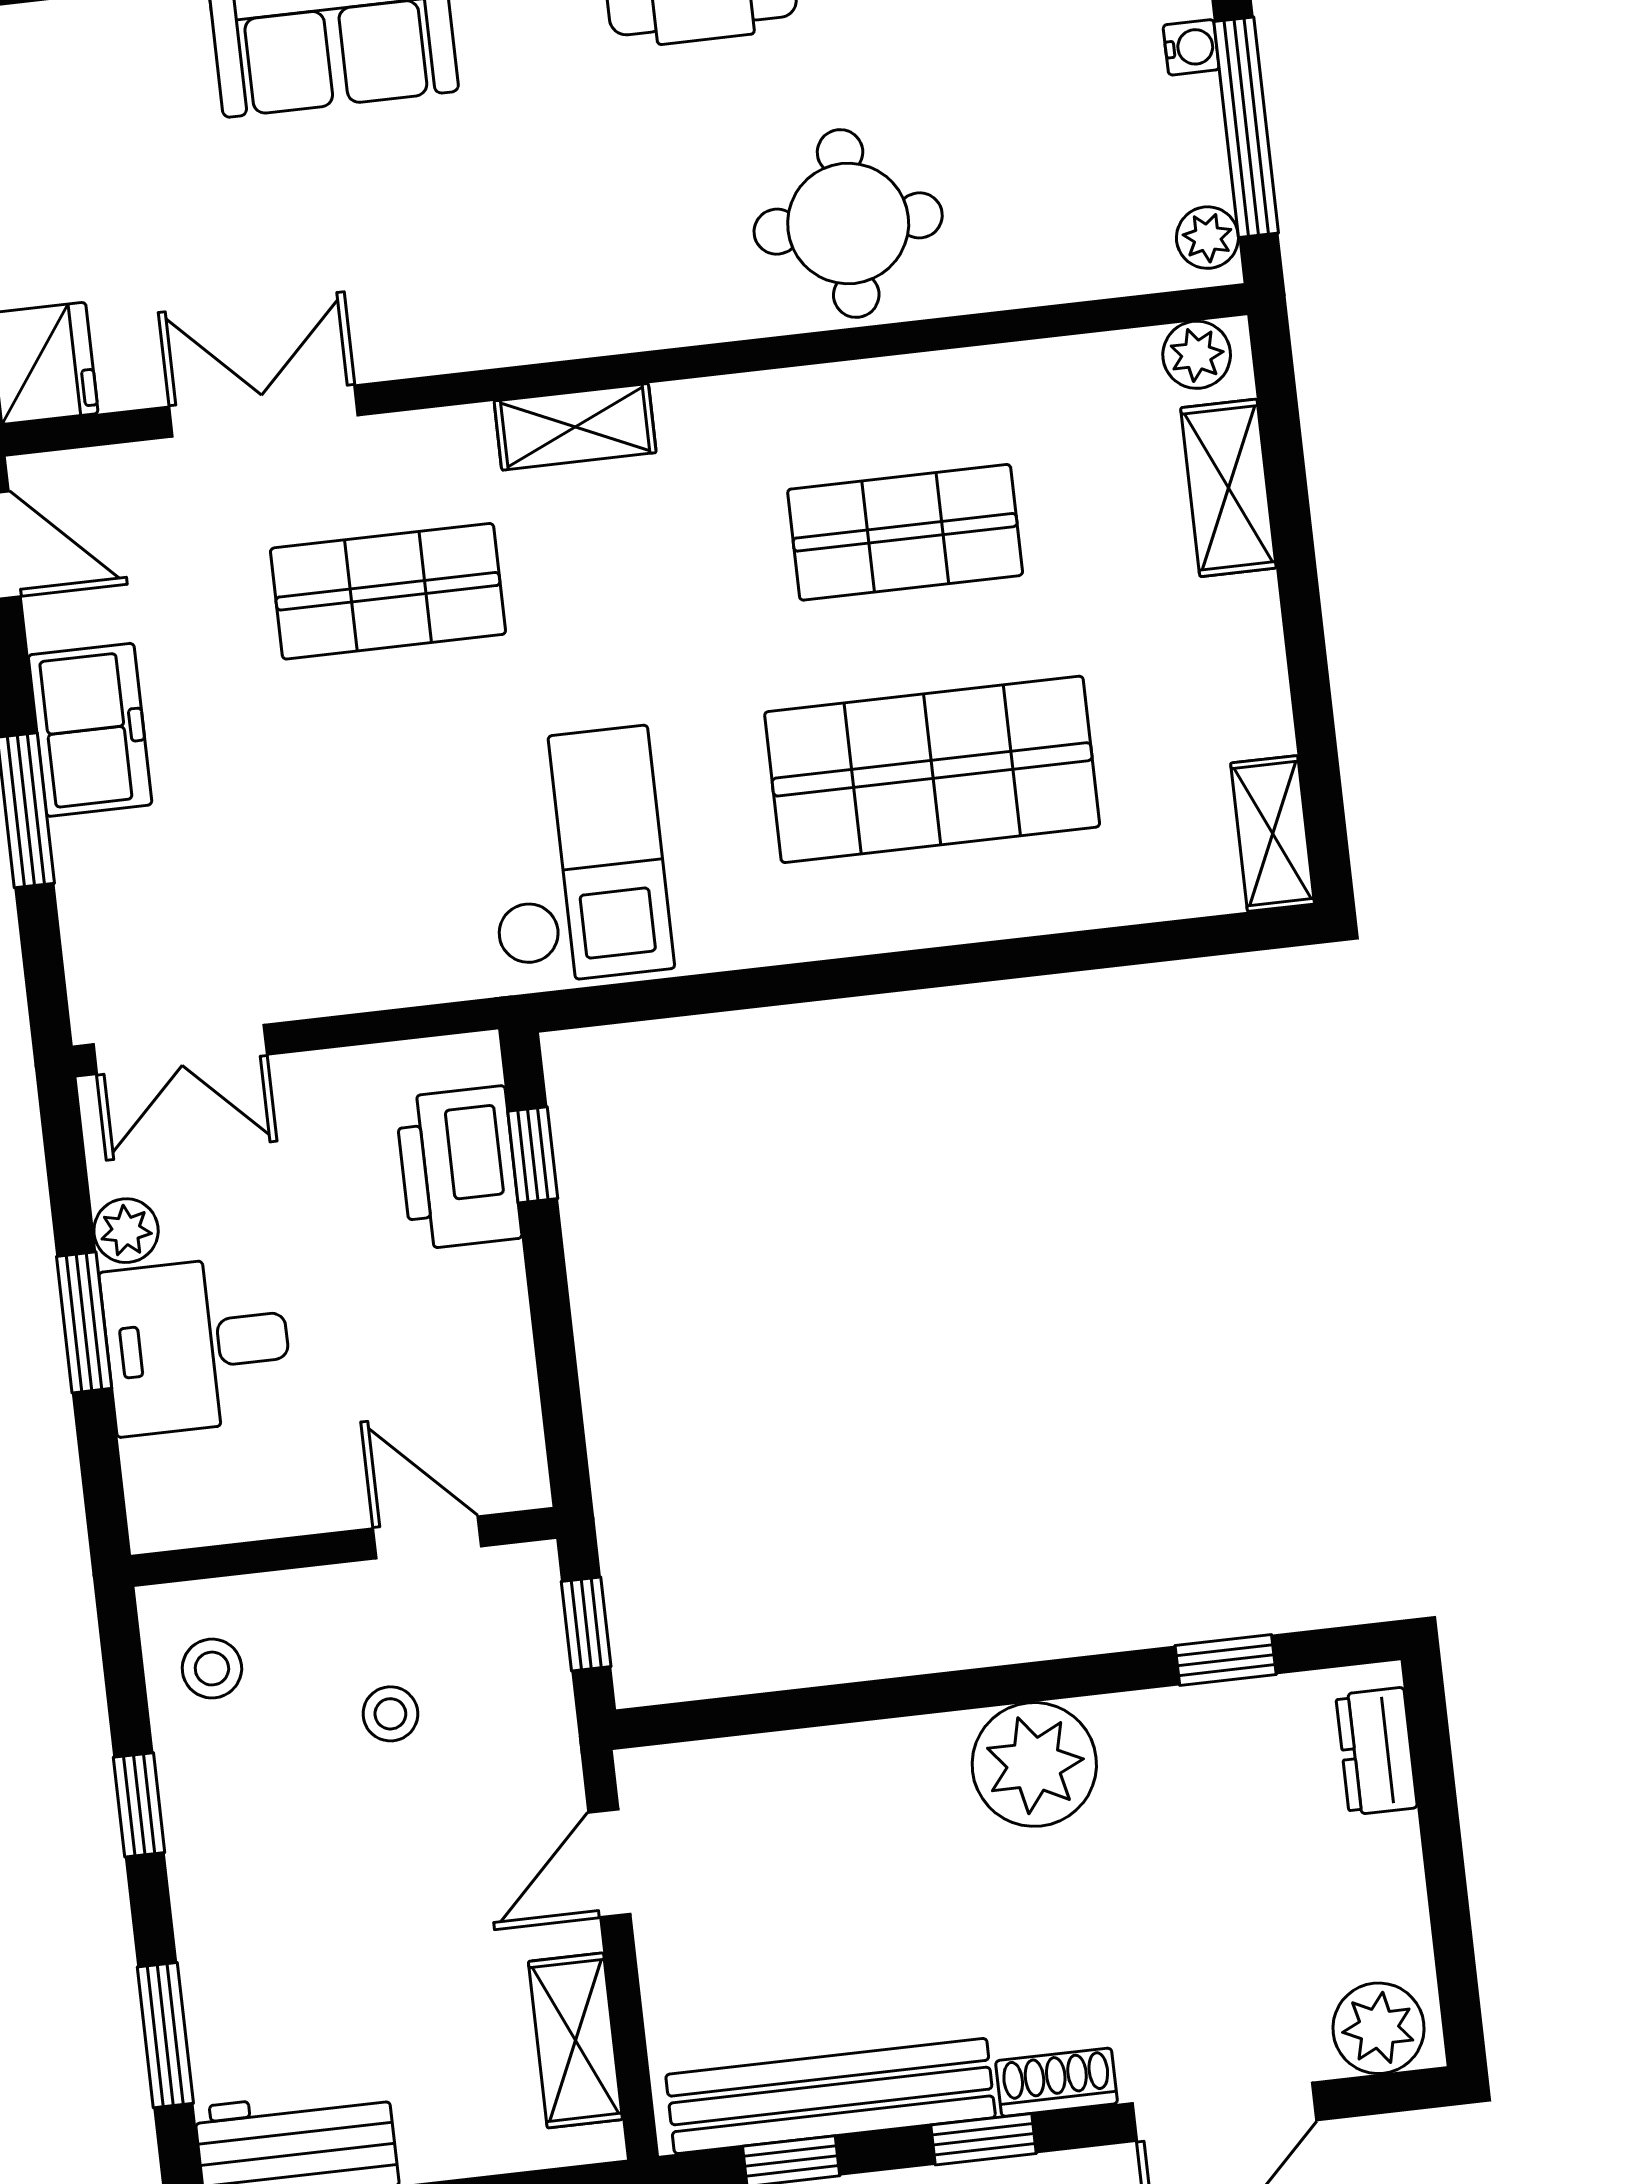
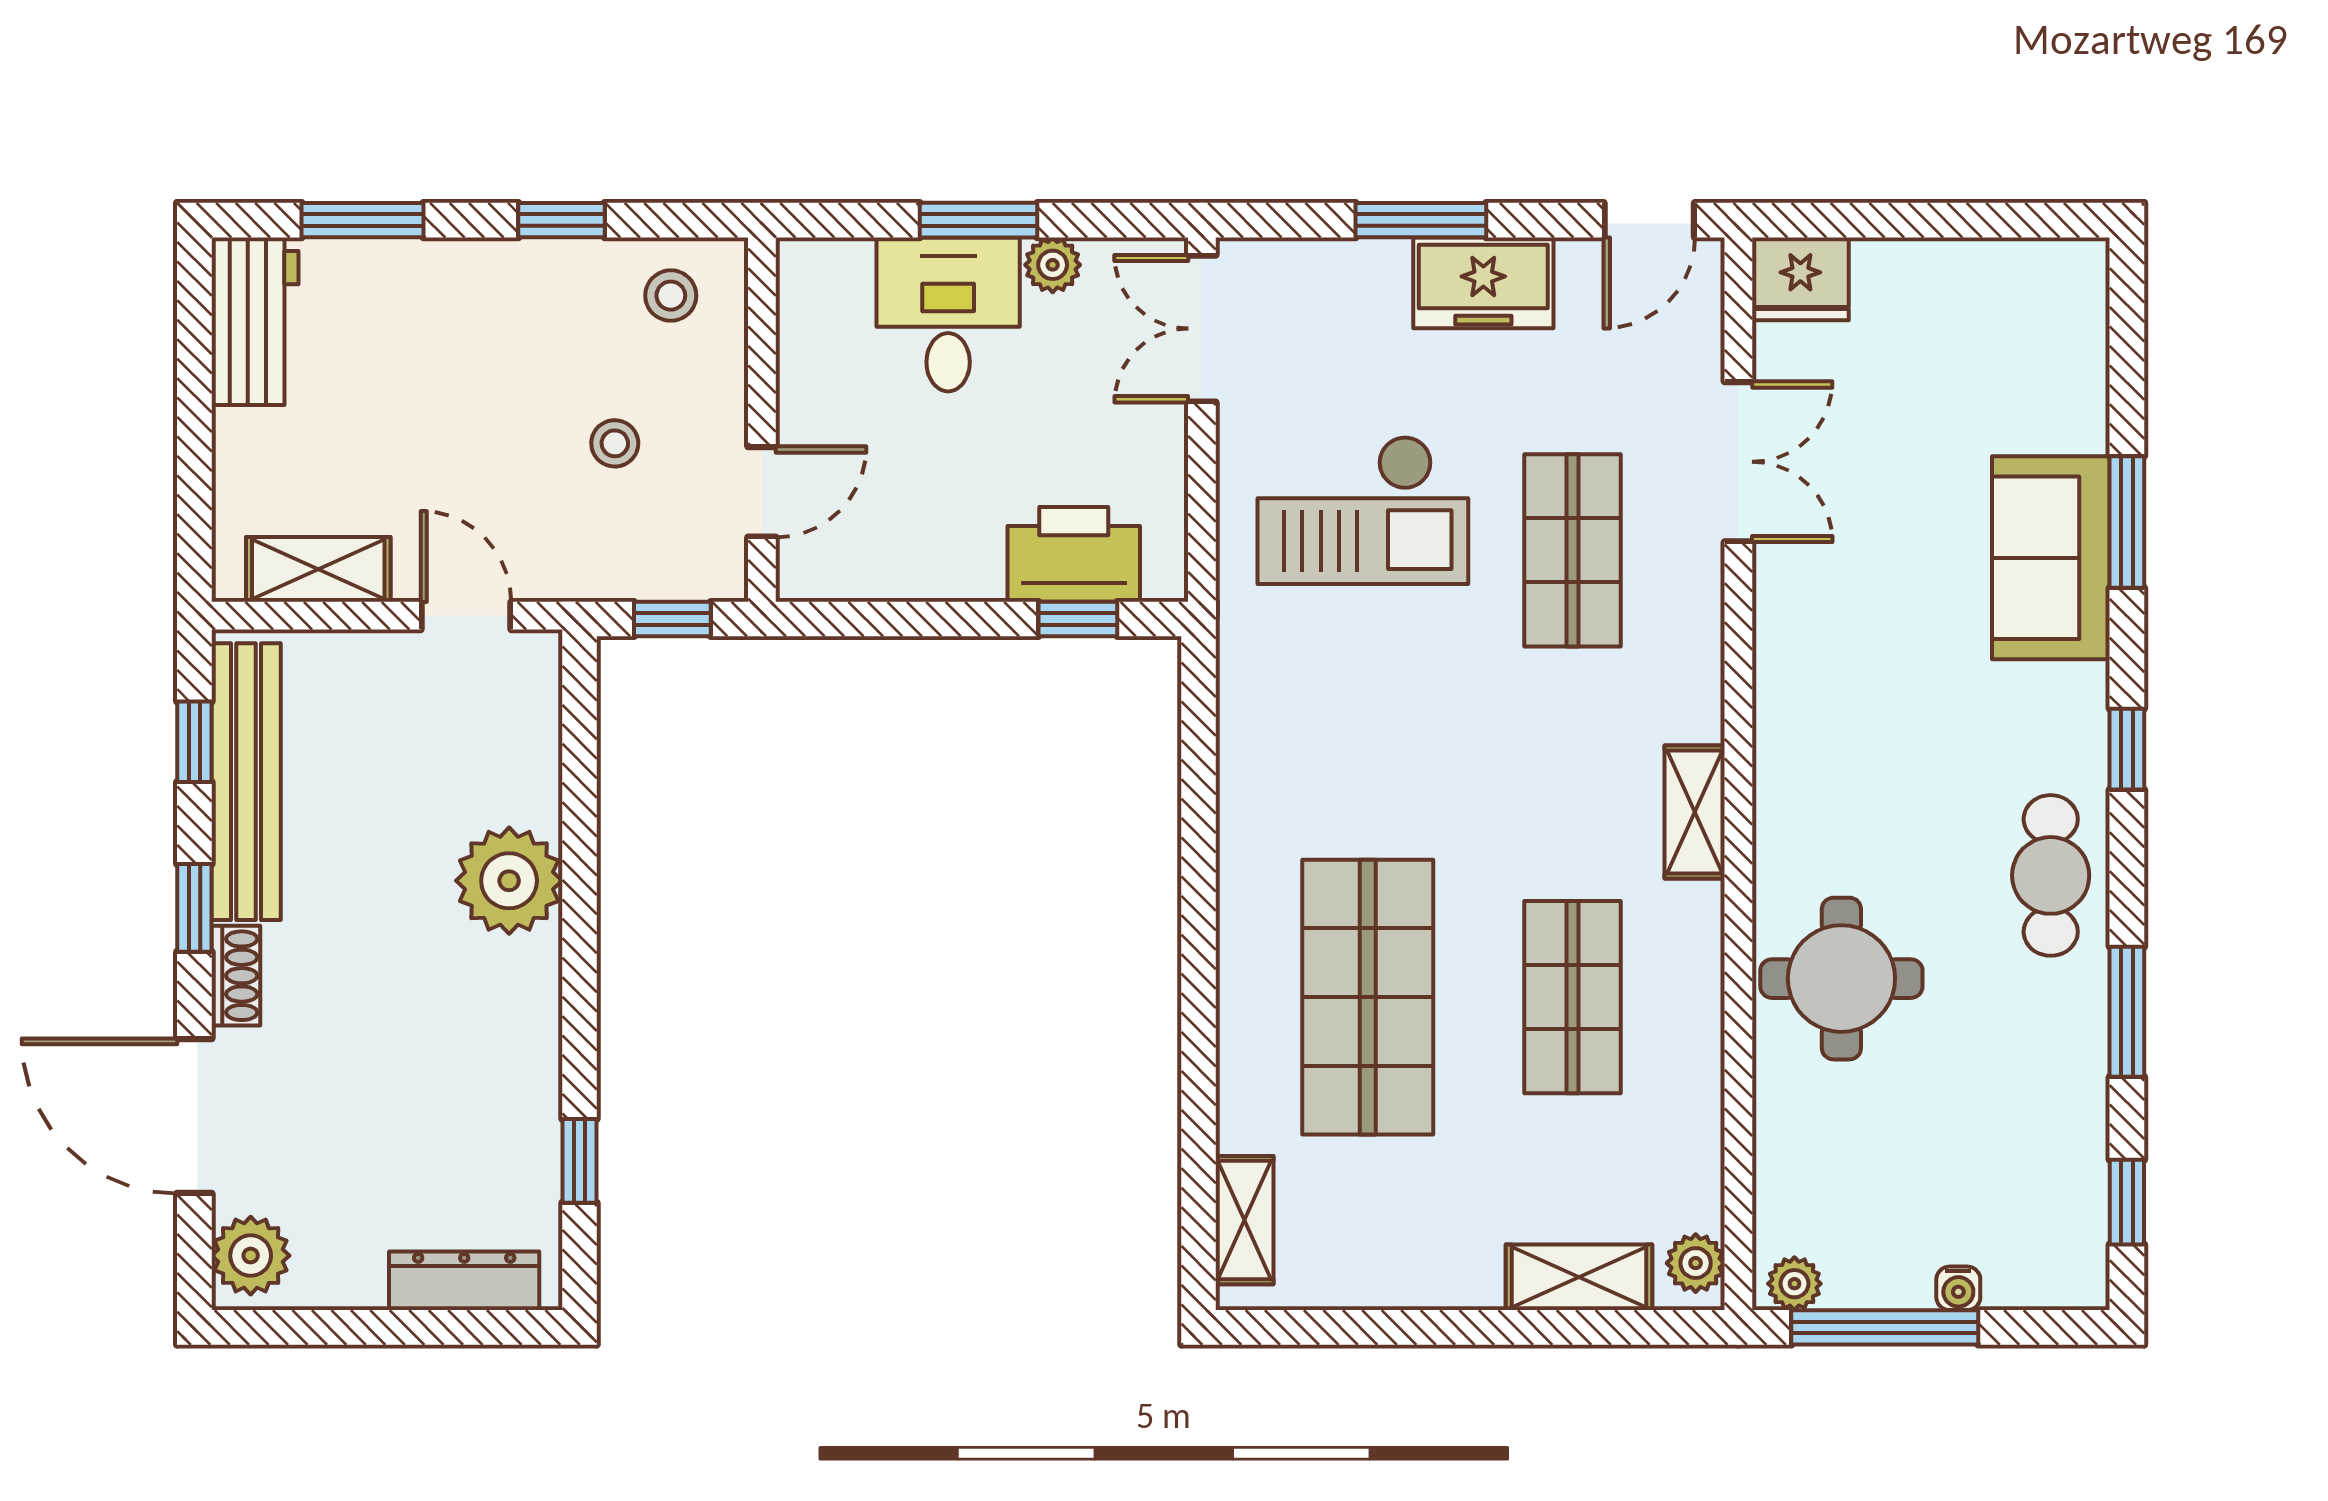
shelving: (575, 427) -> (1695, 812), moved
shelving: (1273, 833) -> (1245, 1220), moved, turned 90
checkout: (575, 856) -> (1363, 510), moved
dresser: (1377, 1751) -> (464, 1281), width x1.44
plant: (1034, 1764) -> (509, 881), moved

